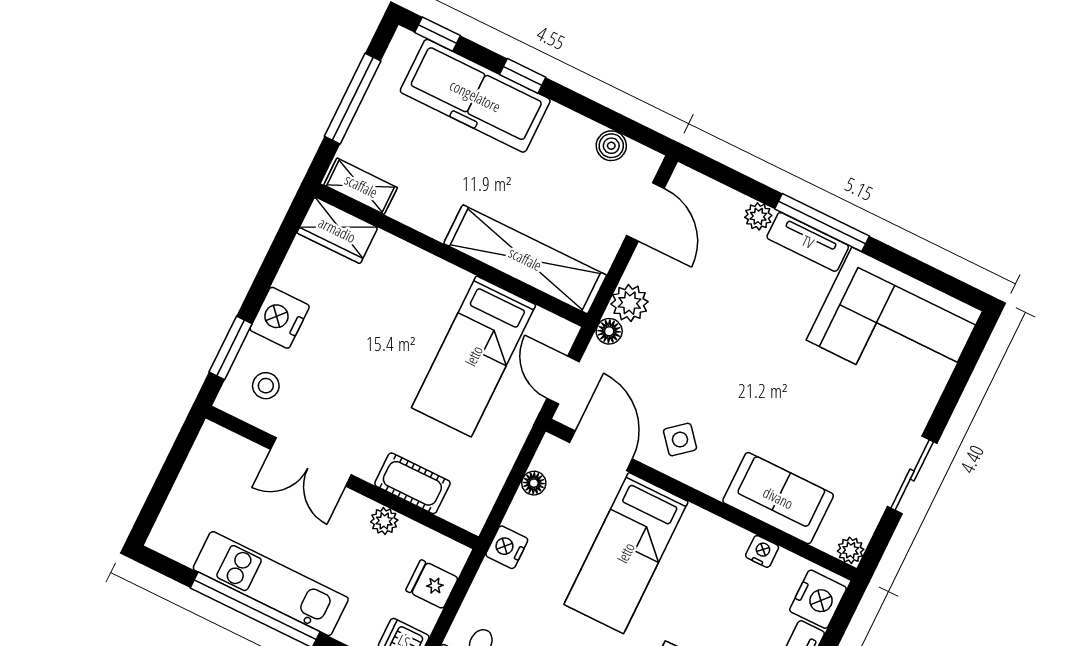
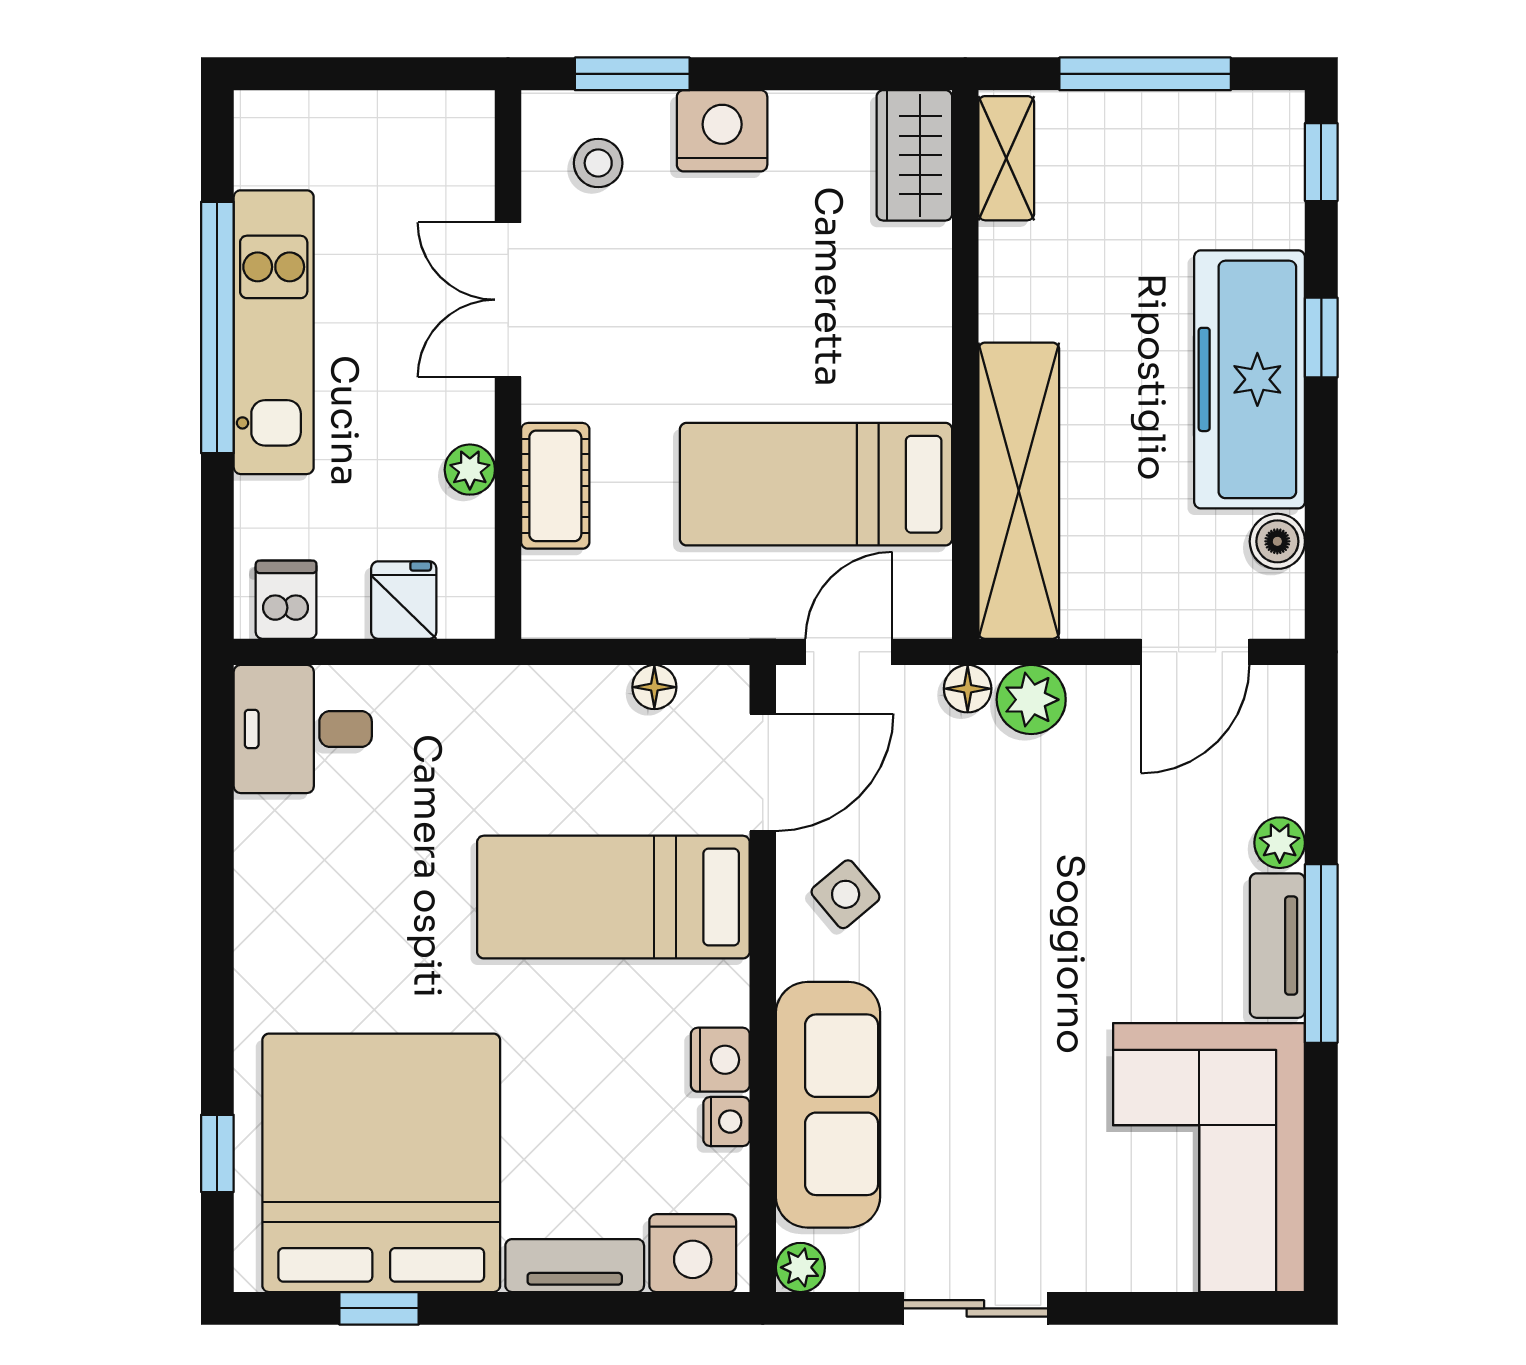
freezer: (475, 96) -> (1250, 379), moved
sofa: (778, 498) -> (828, 1105), width x1.36
nightstand: (507, 547) -> (720, 1060), moved, turned 90

